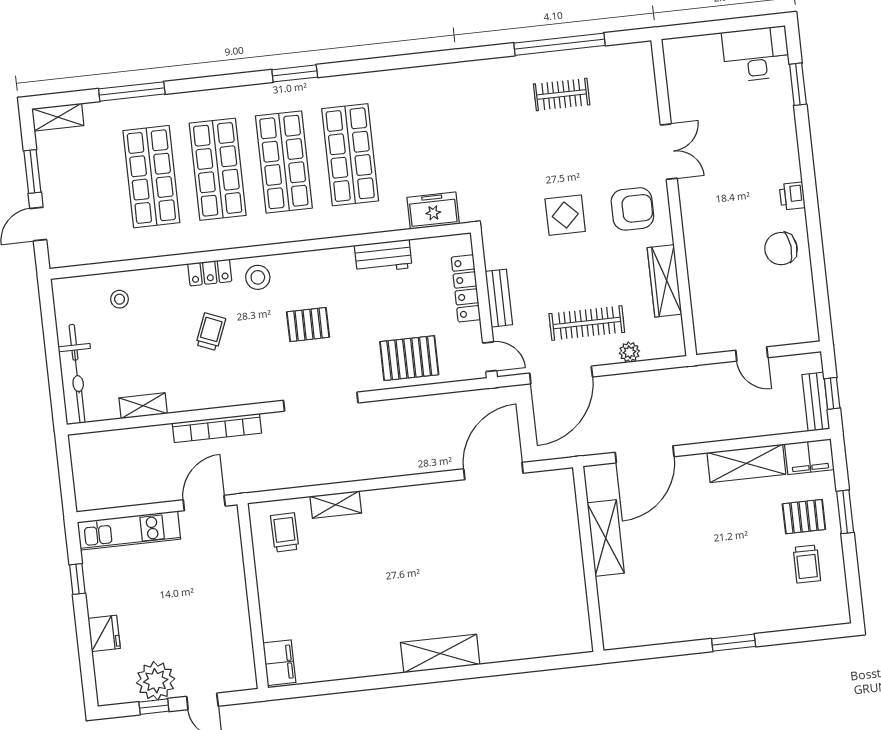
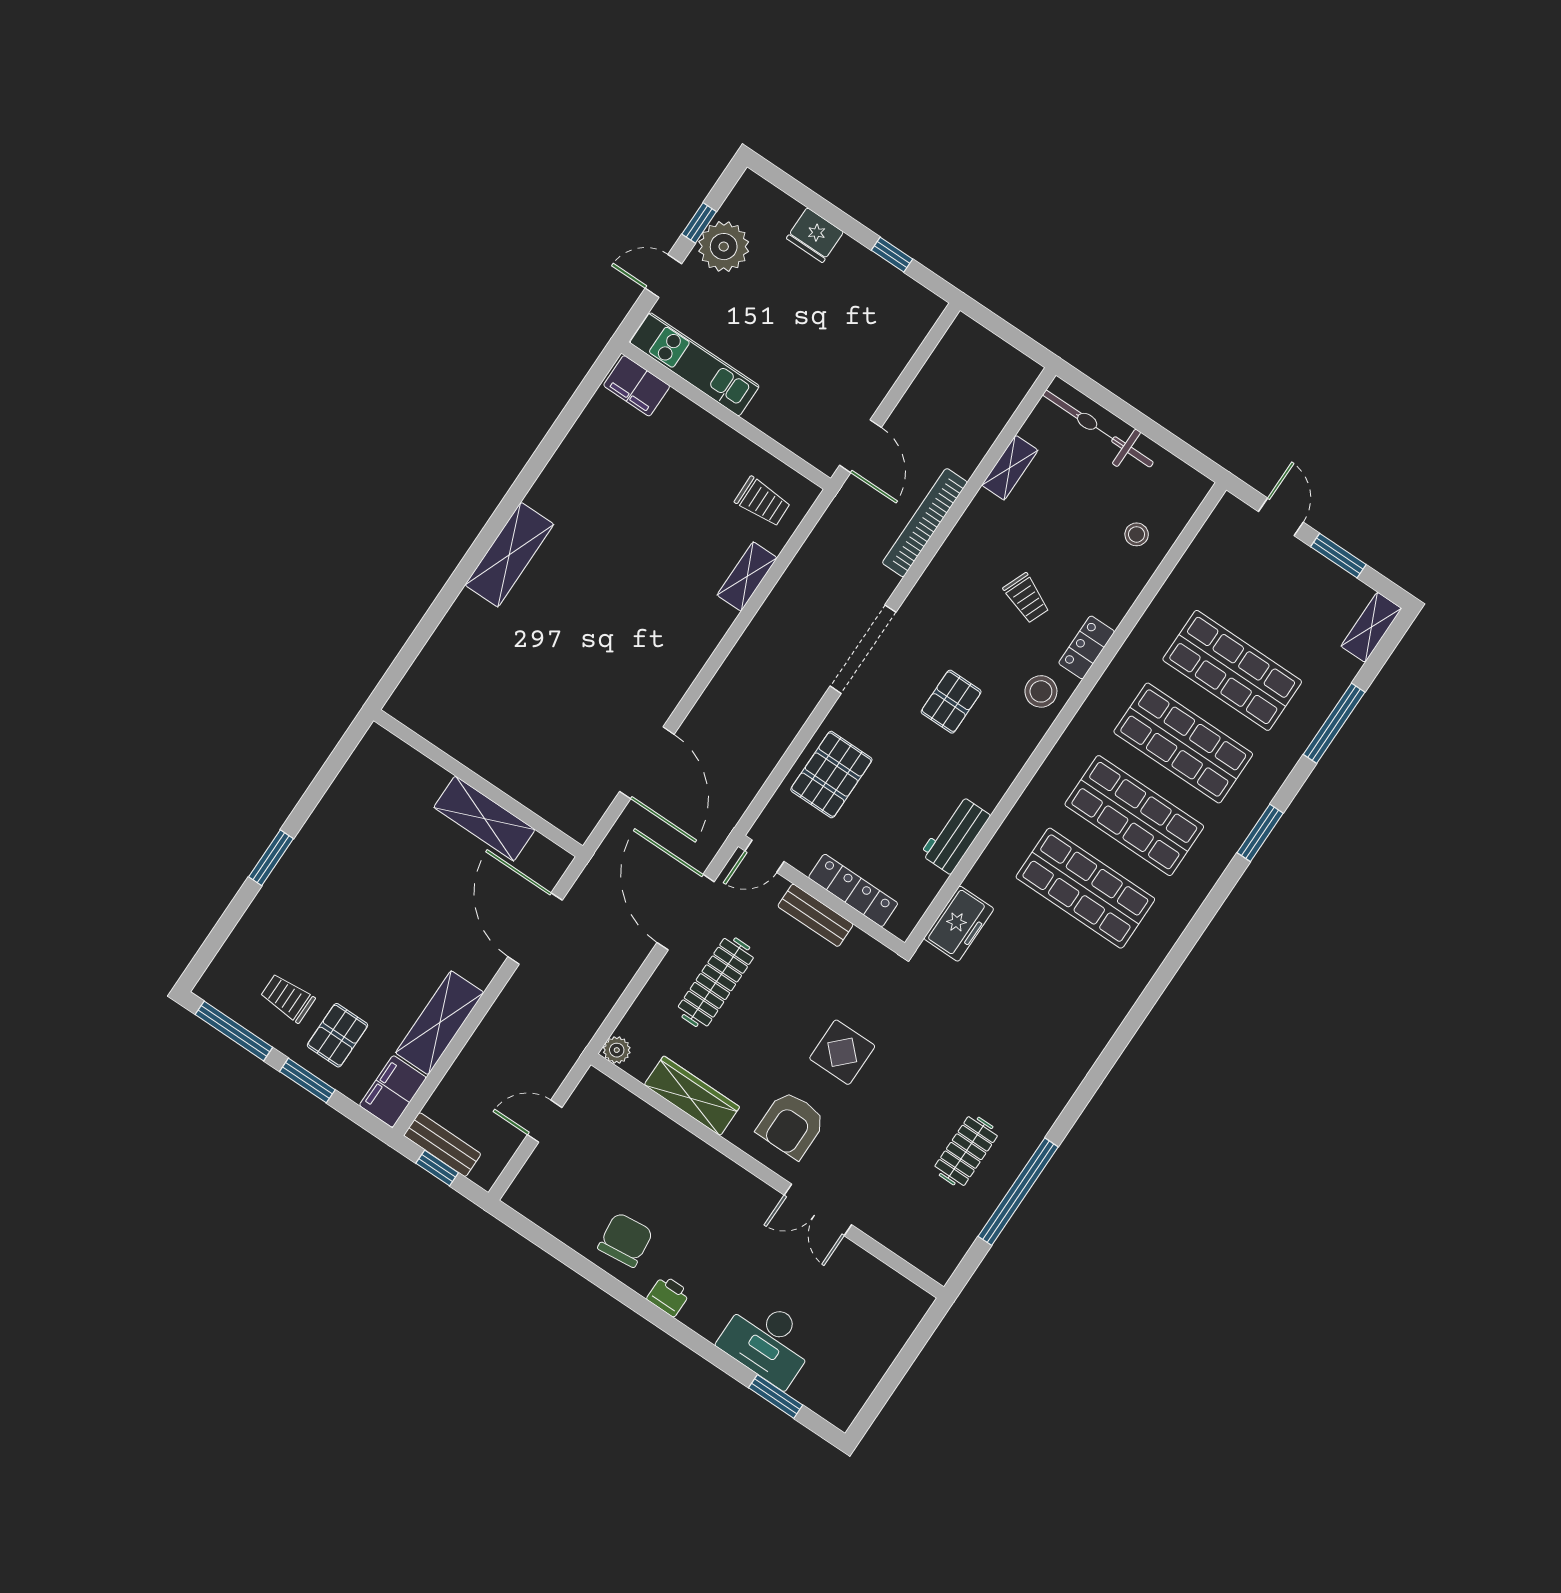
desk: (756, 54) -> (768, 1341), moved, turned 90
window: (295, 73) -> (1260, 833), moved
plant: (629, 352) -> (617, 1050), moved
kitchen unit: (129, 531) -> (695, 364), moved, turned 90
window: (853, 579) -> (234, 1031), added

